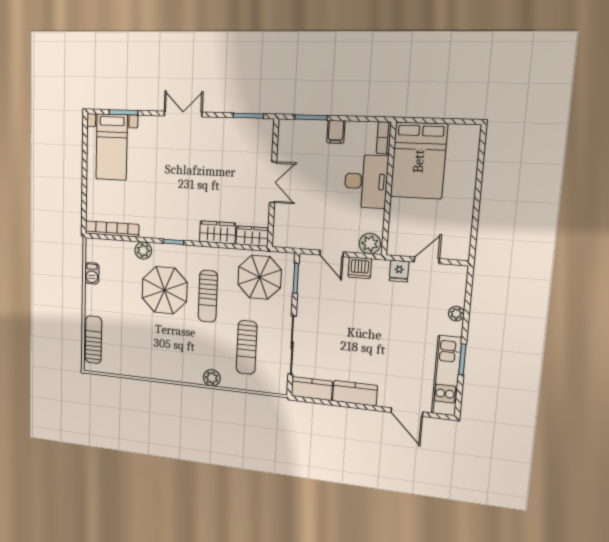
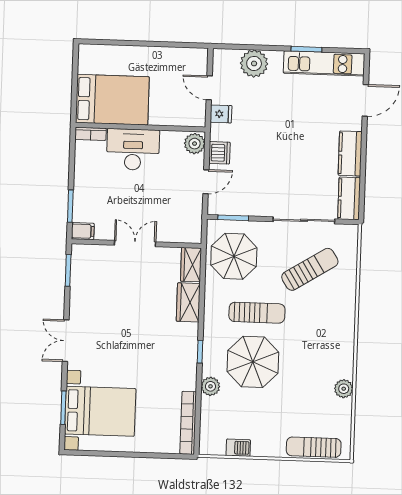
filing cabinet: (336, 132) -> (83, 231), moved
bed with nightstands: (112, 147) -> (100, 411), width x1.36
plant: (456, 314) -> (254, 63), width x1.88, depth x1.88
sun lounger: (247, 347) -> (310, 269), turned -32
plant: (212, 378) -> (344, 389), moved

